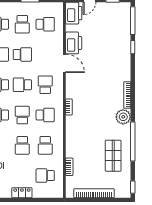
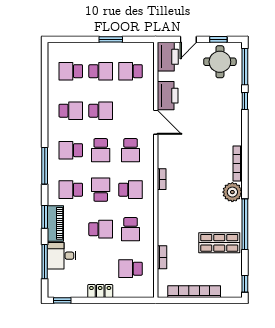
round table: (114, 17) -> (220, 62), added
school desk: (22, 24) -> (101, 71), turned -90
school desk: (45, 24) -> (131, 71), turned 180
school desk: (22, 85) -> (101, 150), turned -90
school desk: (45, 85) -> (131, 150), turned 180
school desk: (22, 145) -> (101, 229), turned -90
shop shelf: (113, 156) -> (219, 243), turned 90

